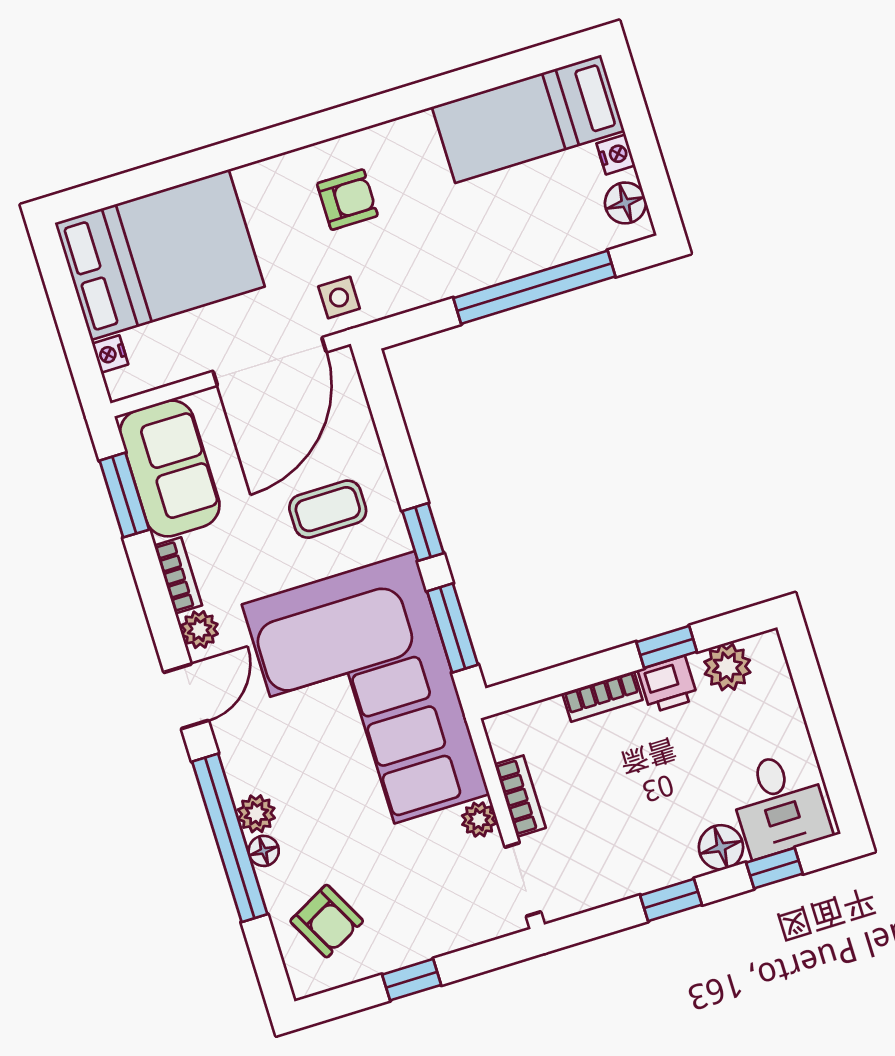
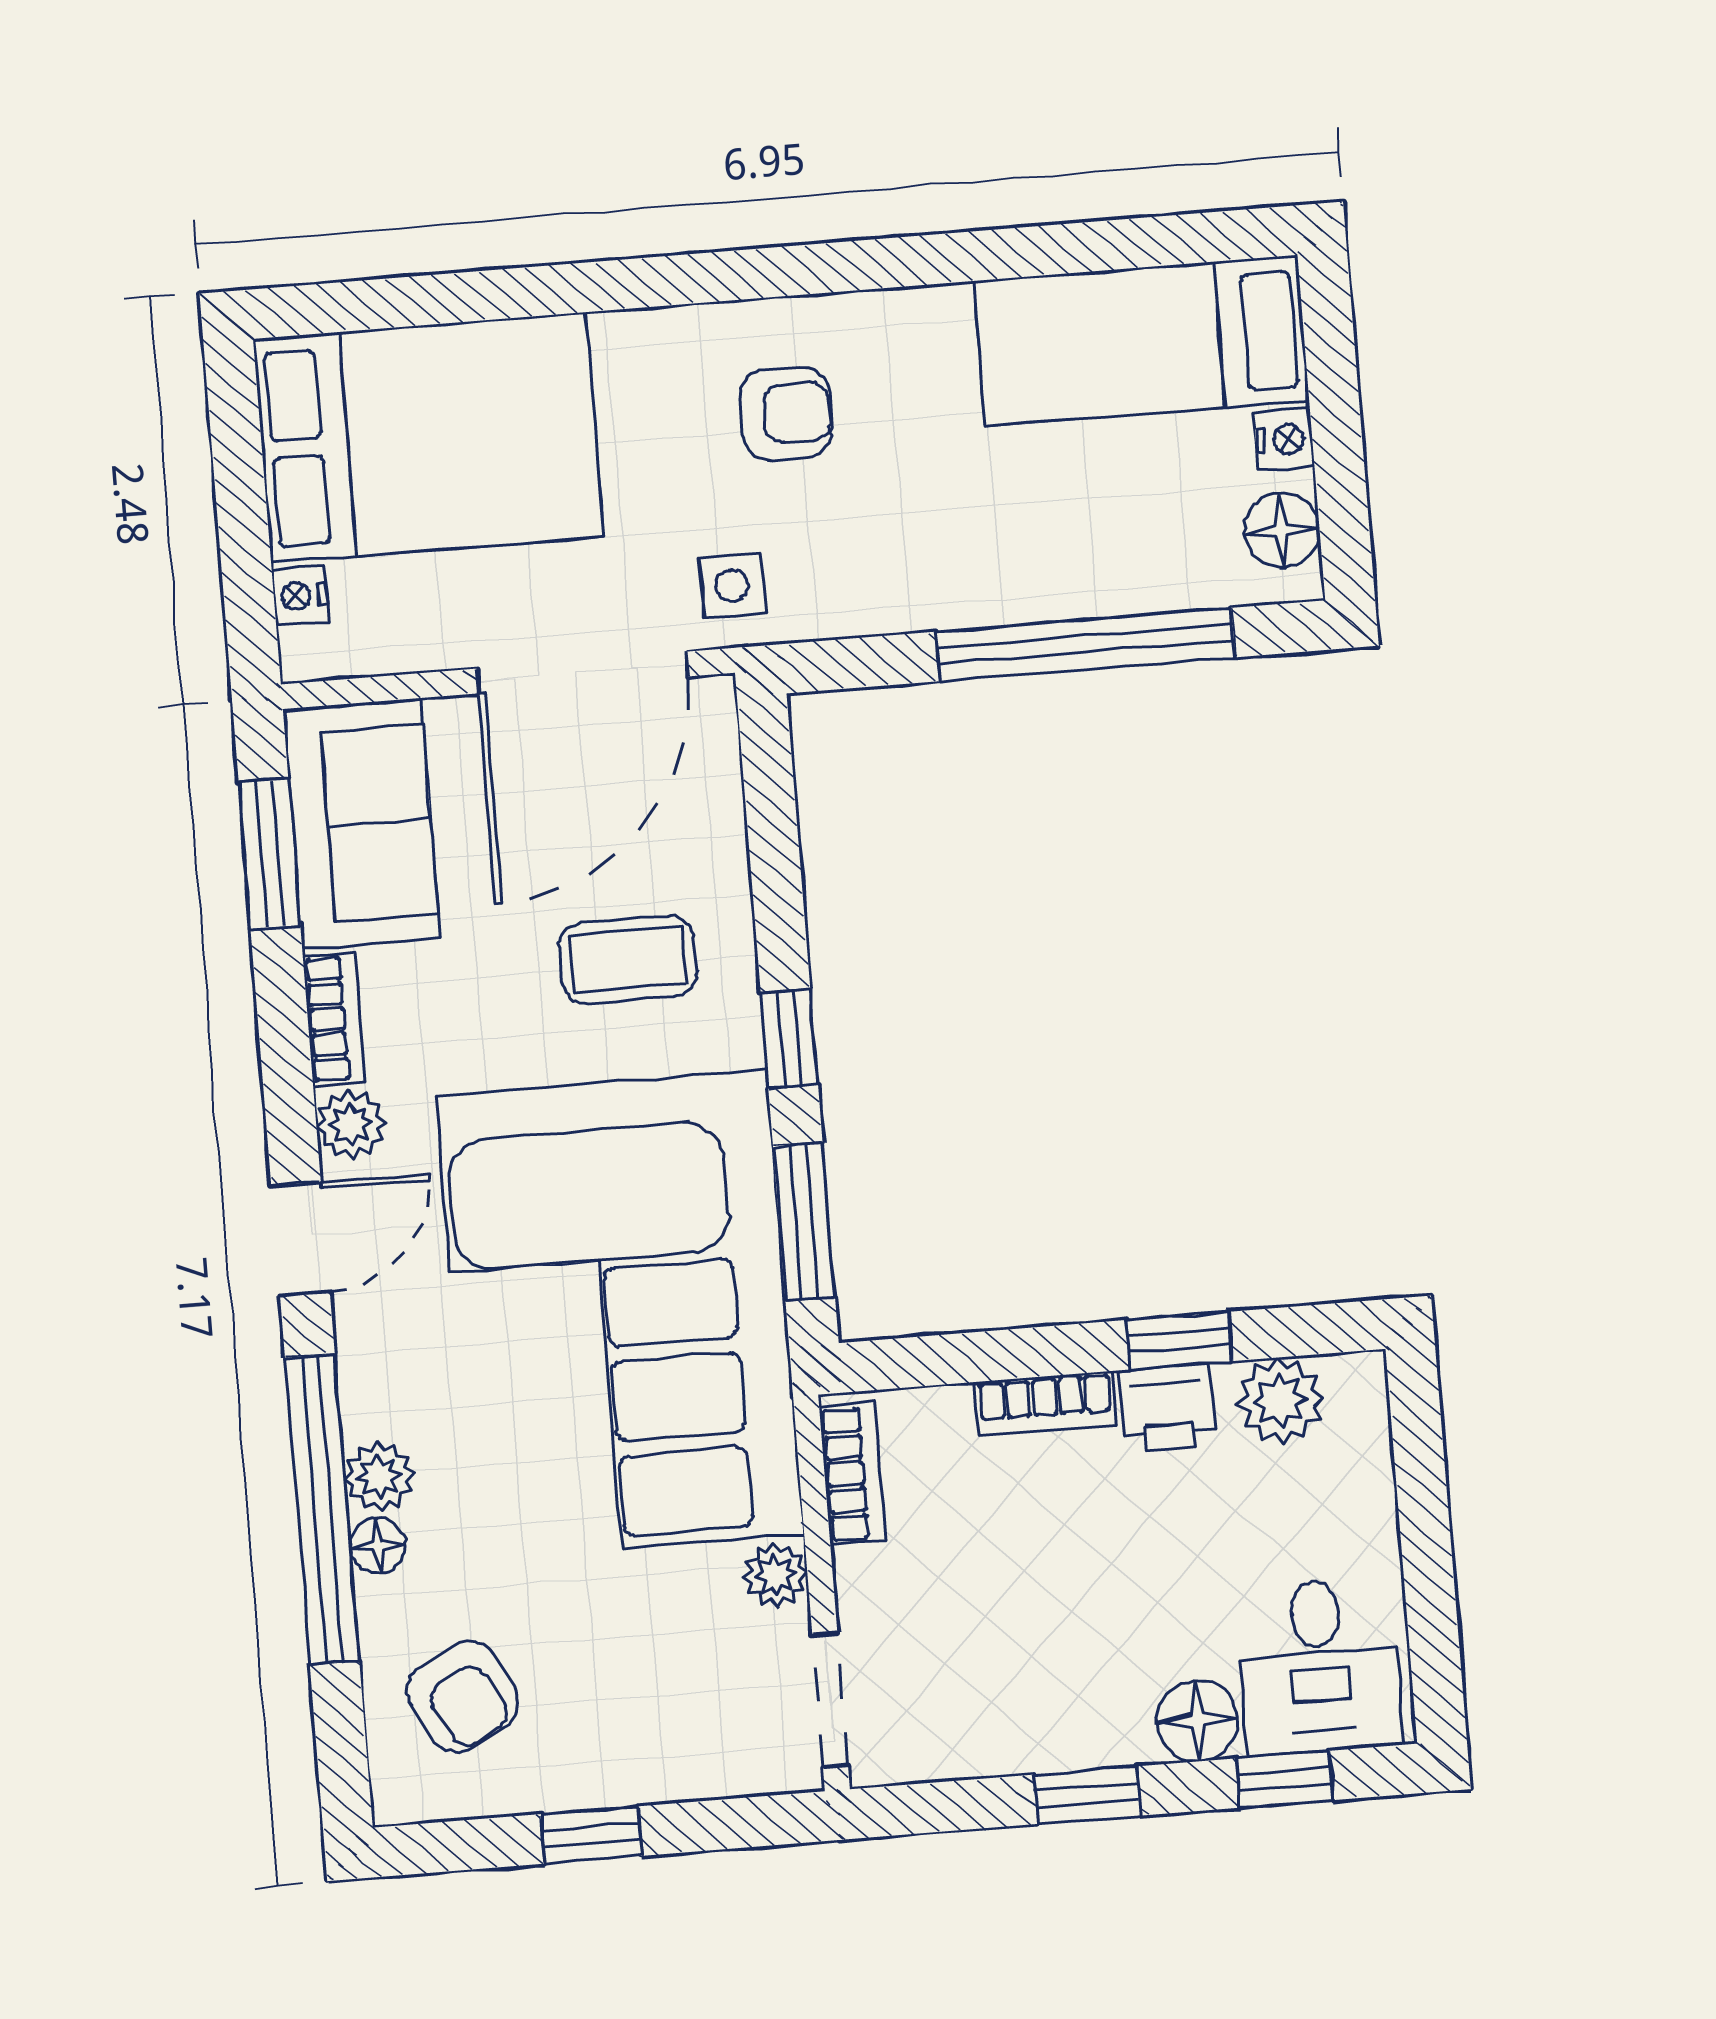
bookcase: (520, 796) -> (852, 1473), moved

